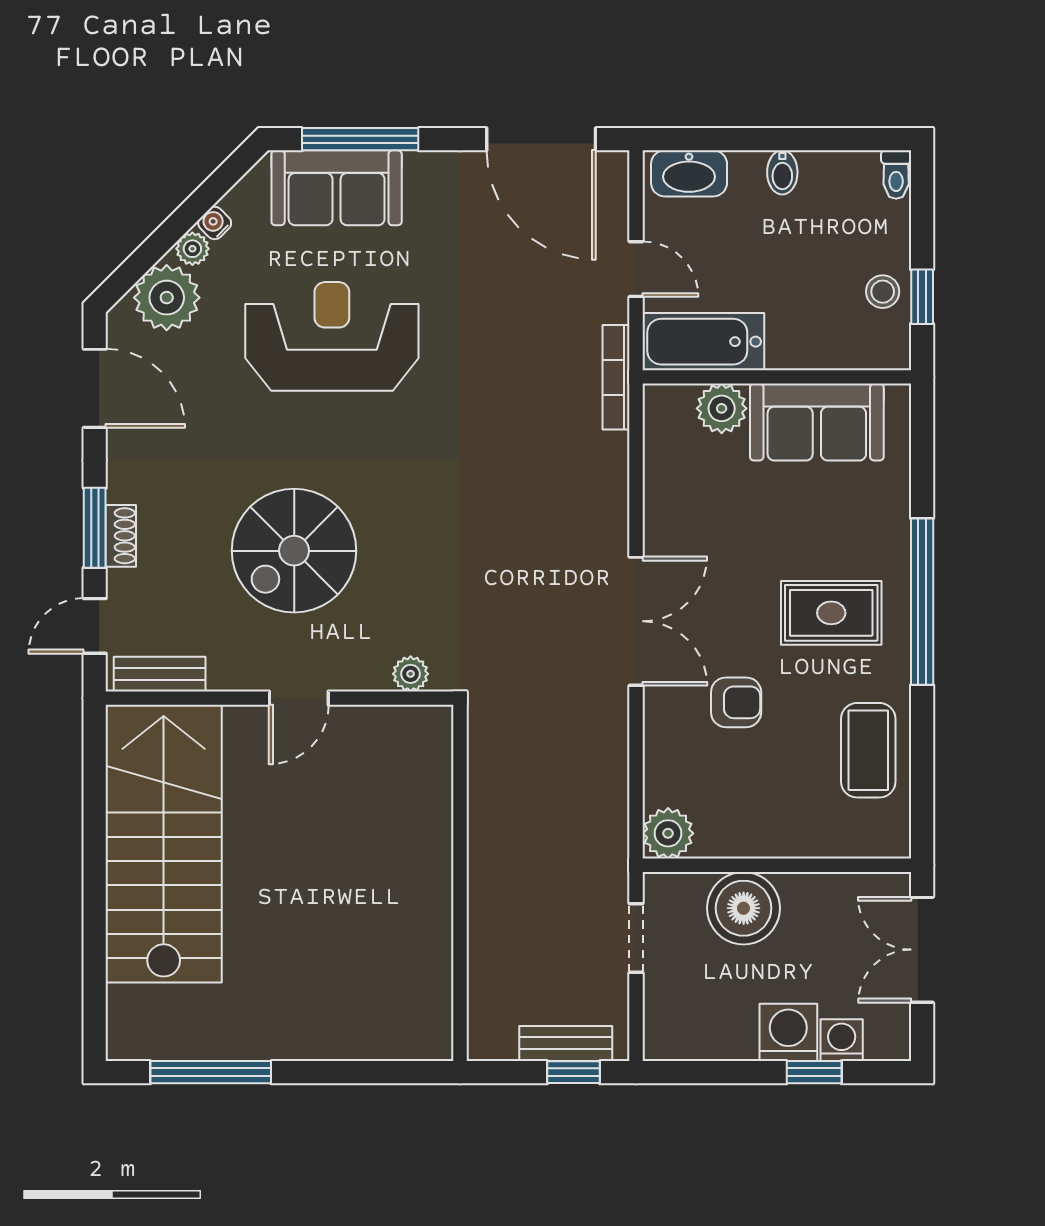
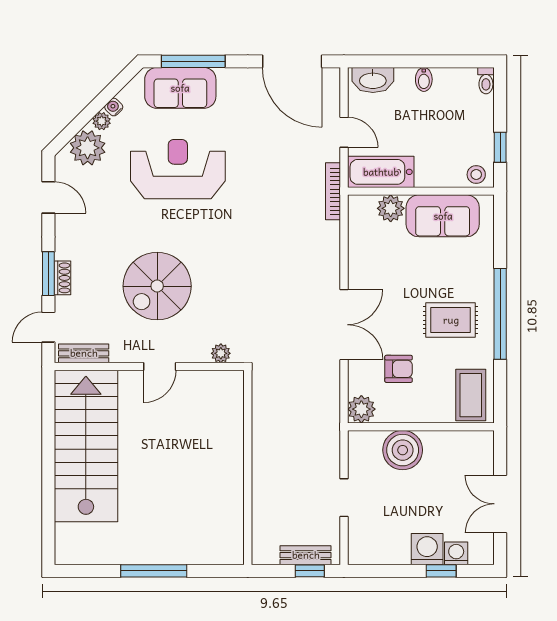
stool: (883, 292) -> (476, 175), moved
door: (95, 388) -> (48, 197), width x0.73
plant: (668, 833) -> (361, 409), moved
wall: (777, 865) -> (421, 427), moved
boiler: (744, 908) -> (403, 450), moved
window: (211, 1072) -> (154, 571), moved

